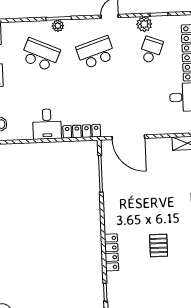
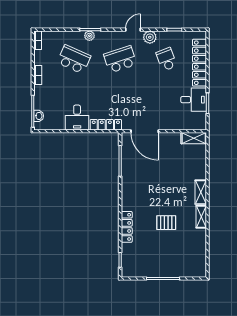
plant: (144, 24) -> (150, 37), moved
school desk: (151, 50) -> (166, 59), turned -42
pallet: (159, 245) -> (166, 223), turned 90

